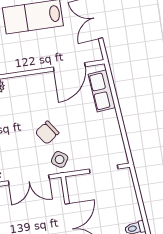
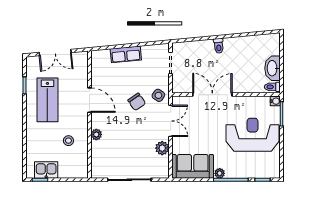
door: (69, 67) -> (89, 100), moved
row of seats: (102, 91) -> (126, 54), moved

